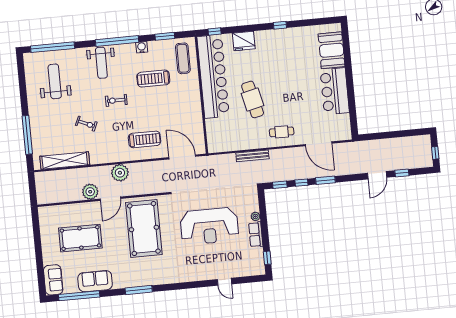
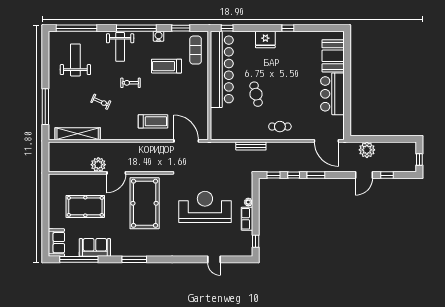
fridge: (244, 41) -> (265, 40), moved
cafe table: (253, 99) -> (256, 94), width x0.73, depth x0.74
door: (319, 144) -> (326, 141), moved
plant: (120, 173) -> (367, 150), moved
reception desk: (209, 226) -> (205, 207), turned 180

